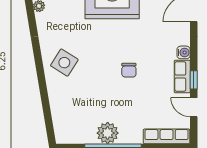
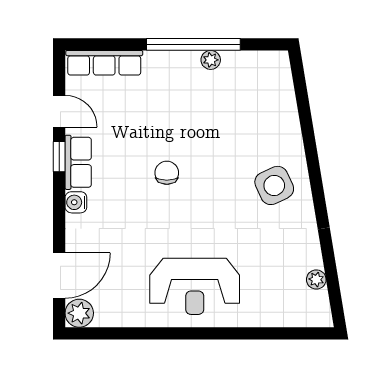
side table: (64, 63) -> (274, 185), turned 33
plant: (108, 133) -> (211, 60), width x0.53, depth x0.53

